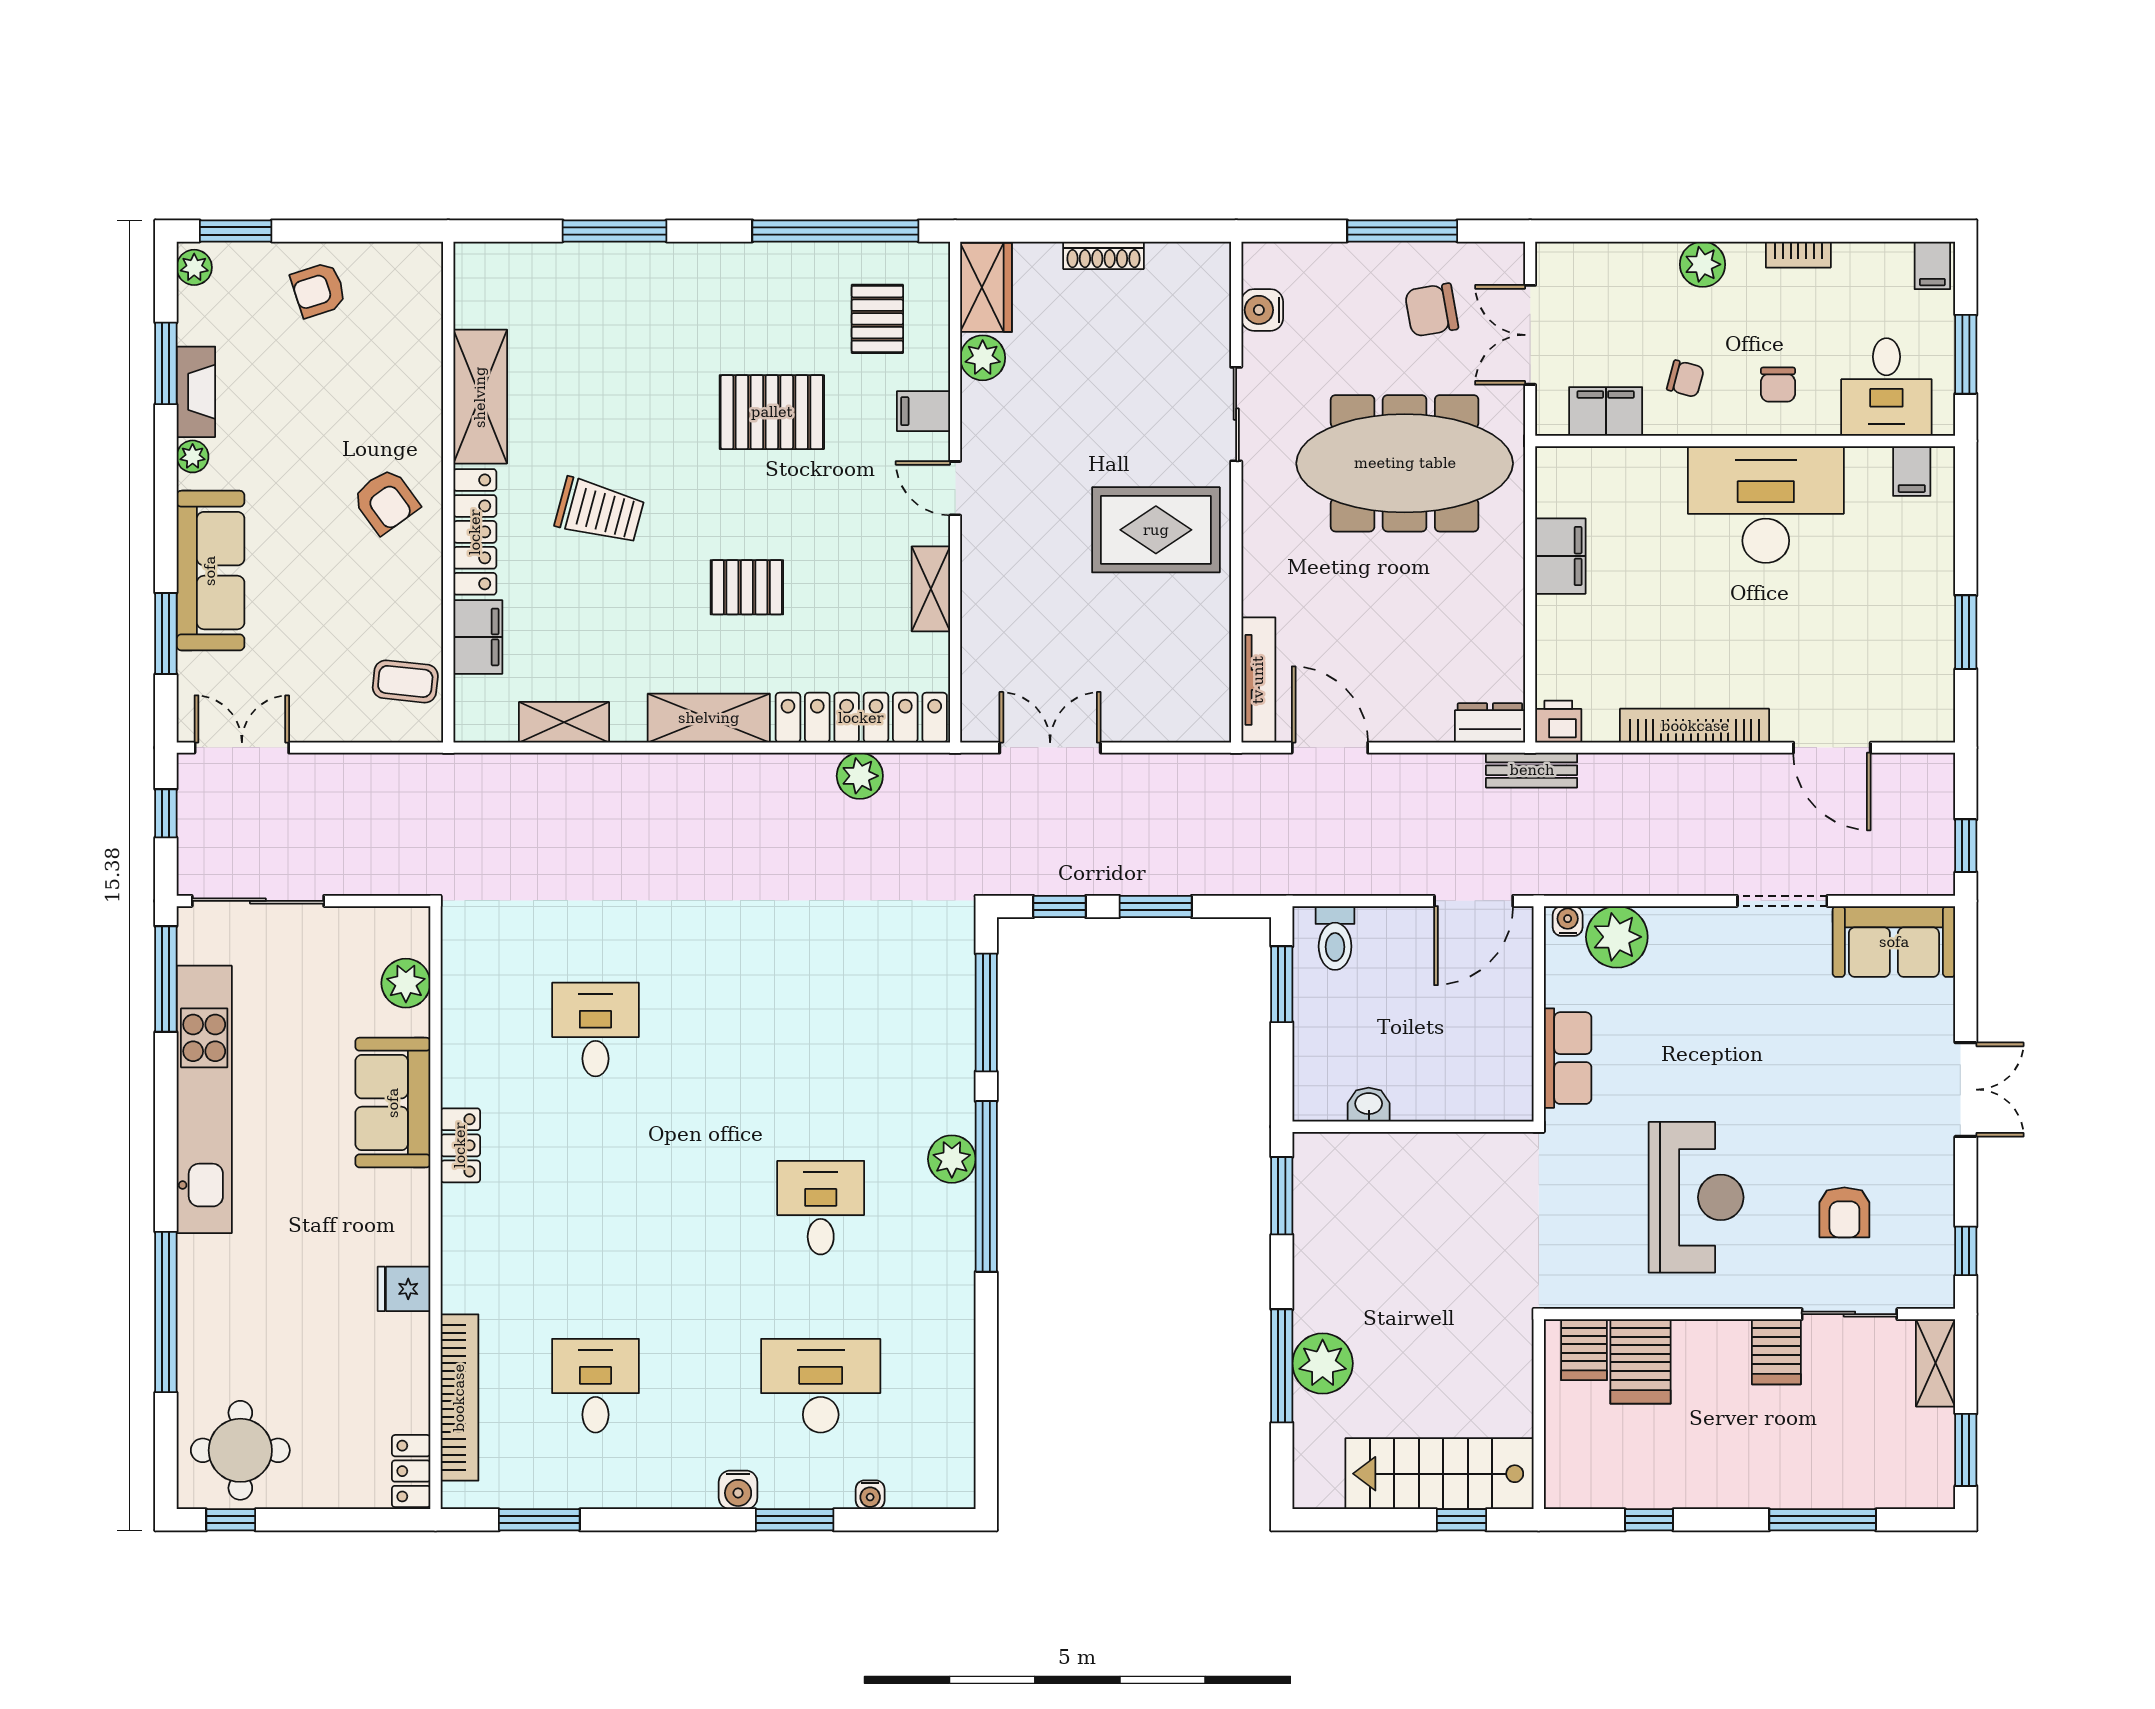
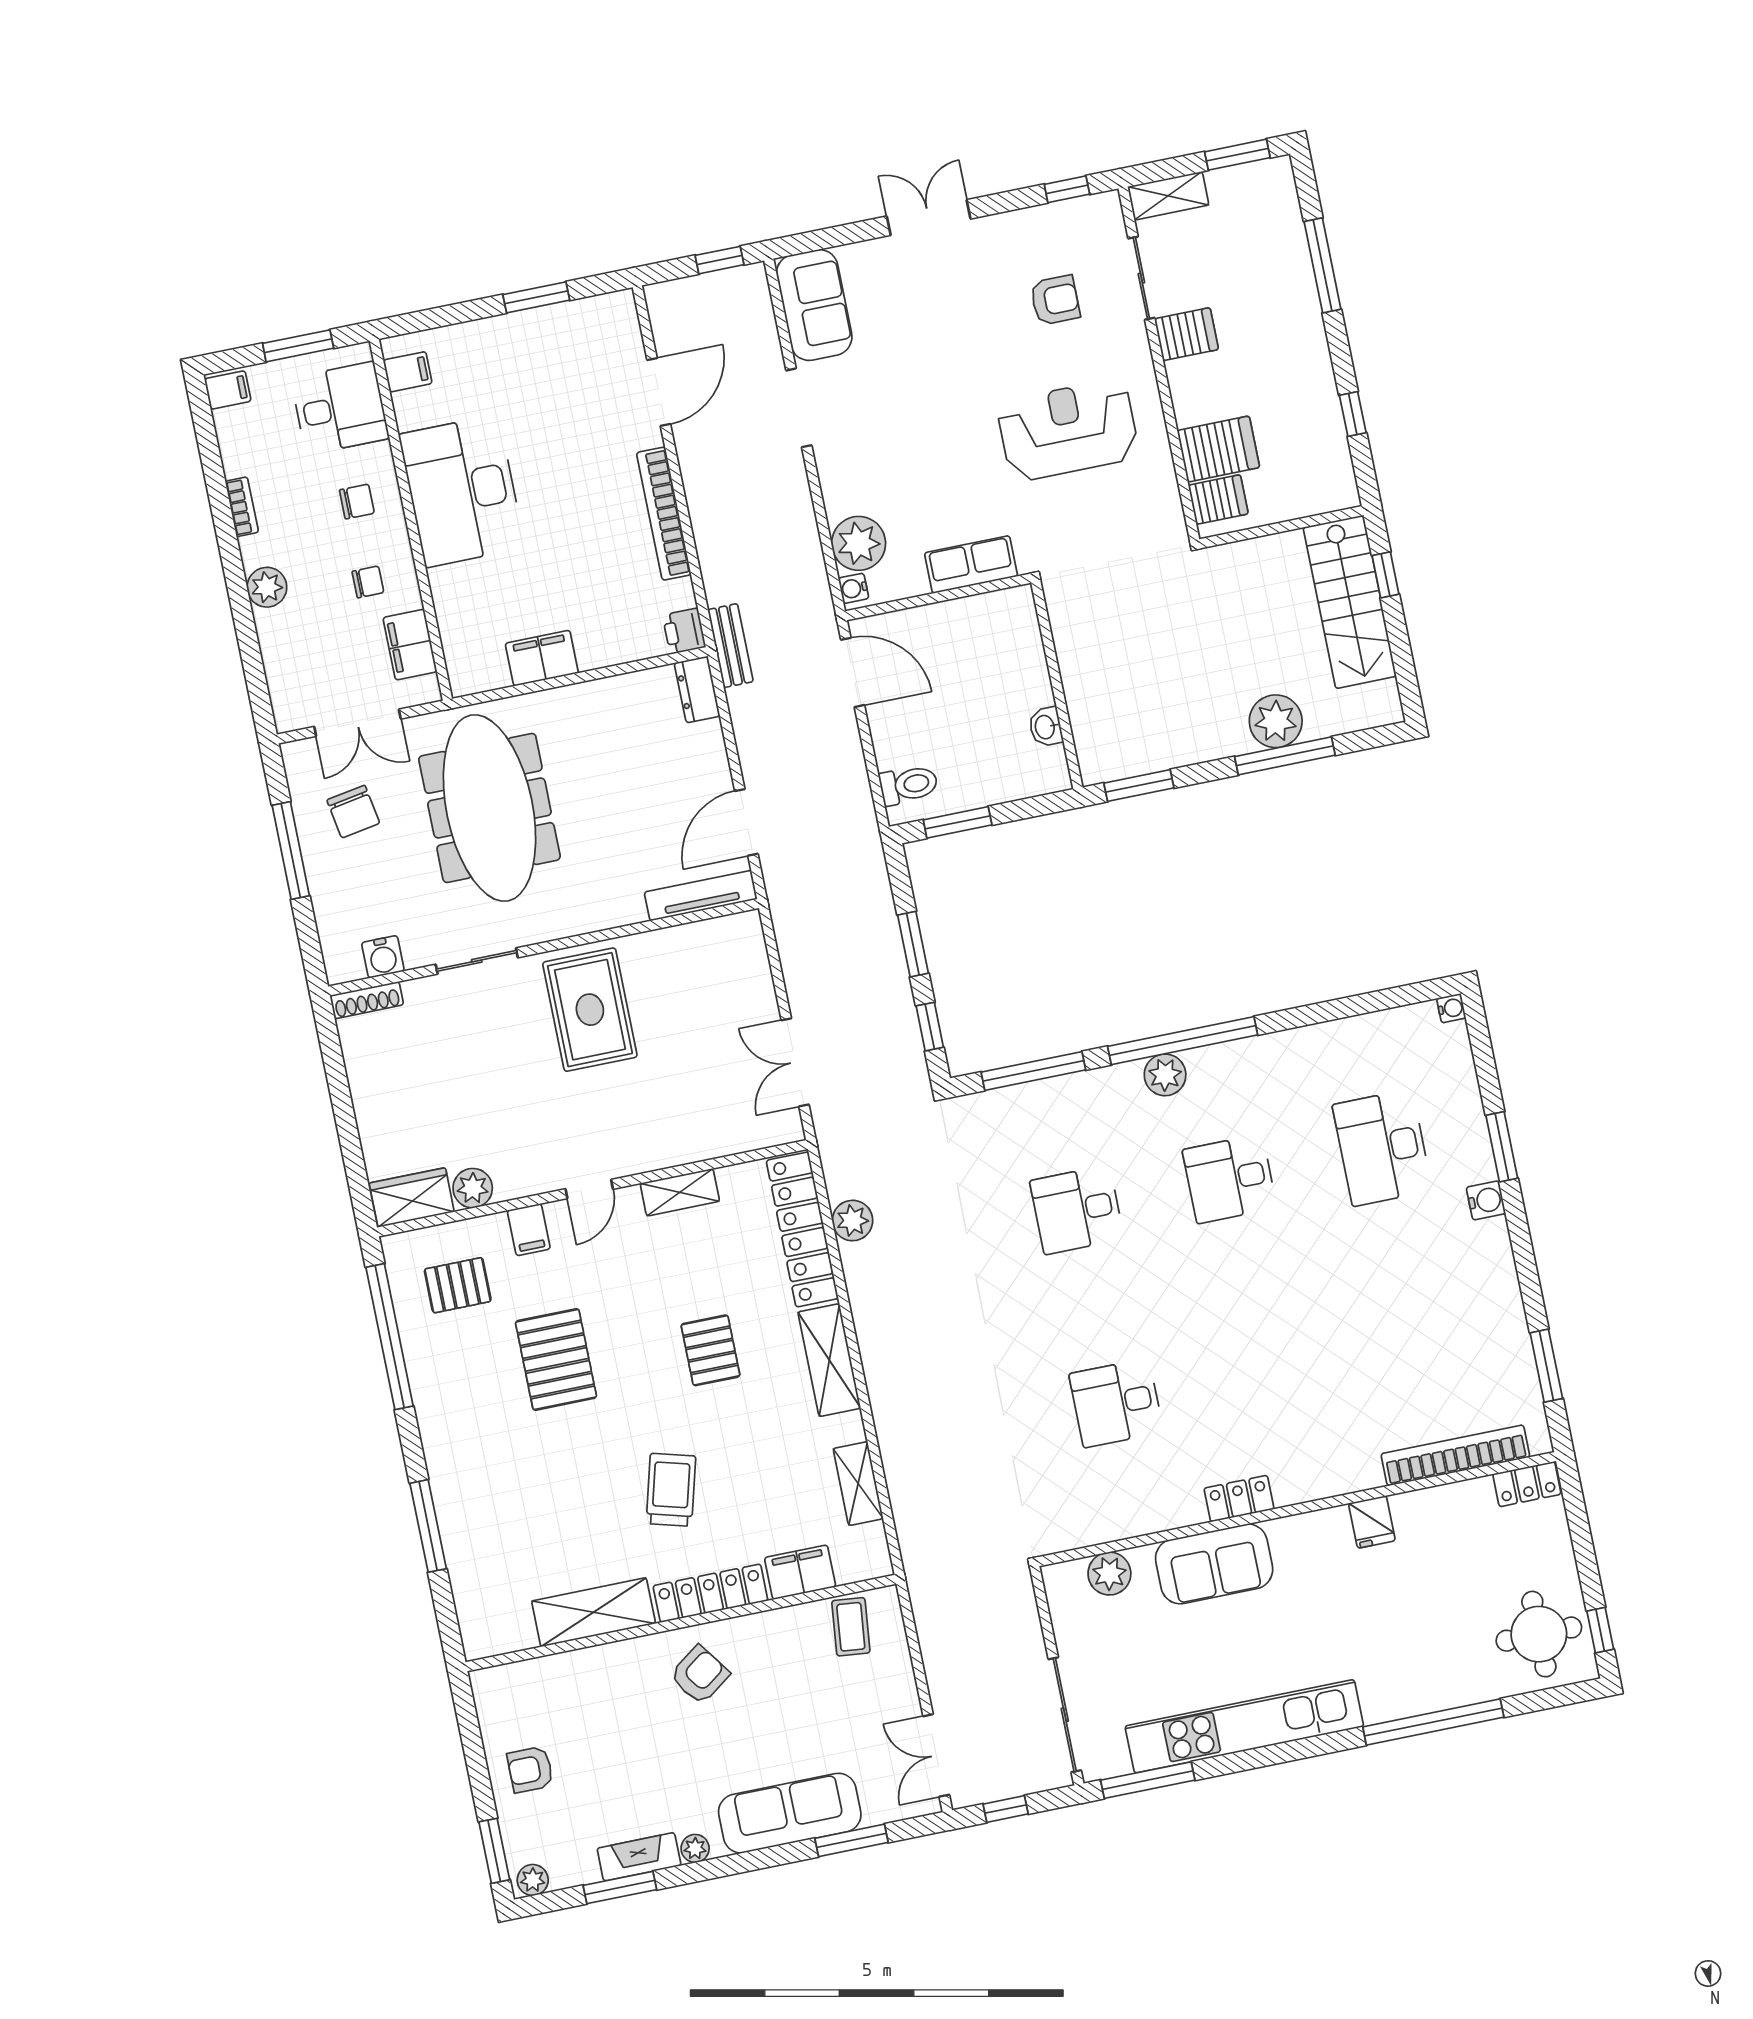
shoe rack: (1103, 255) -> (367, 1000), moved, turned 90
armchair: (318, 290) -> (530, 1770), turned 108
chair: (1685, 379) -> (368, 582), turned 75
desk: (595, 1386) -> (1077, 1210), moved
water cooler: (870, 1495) -> (1451, 1008), moved

